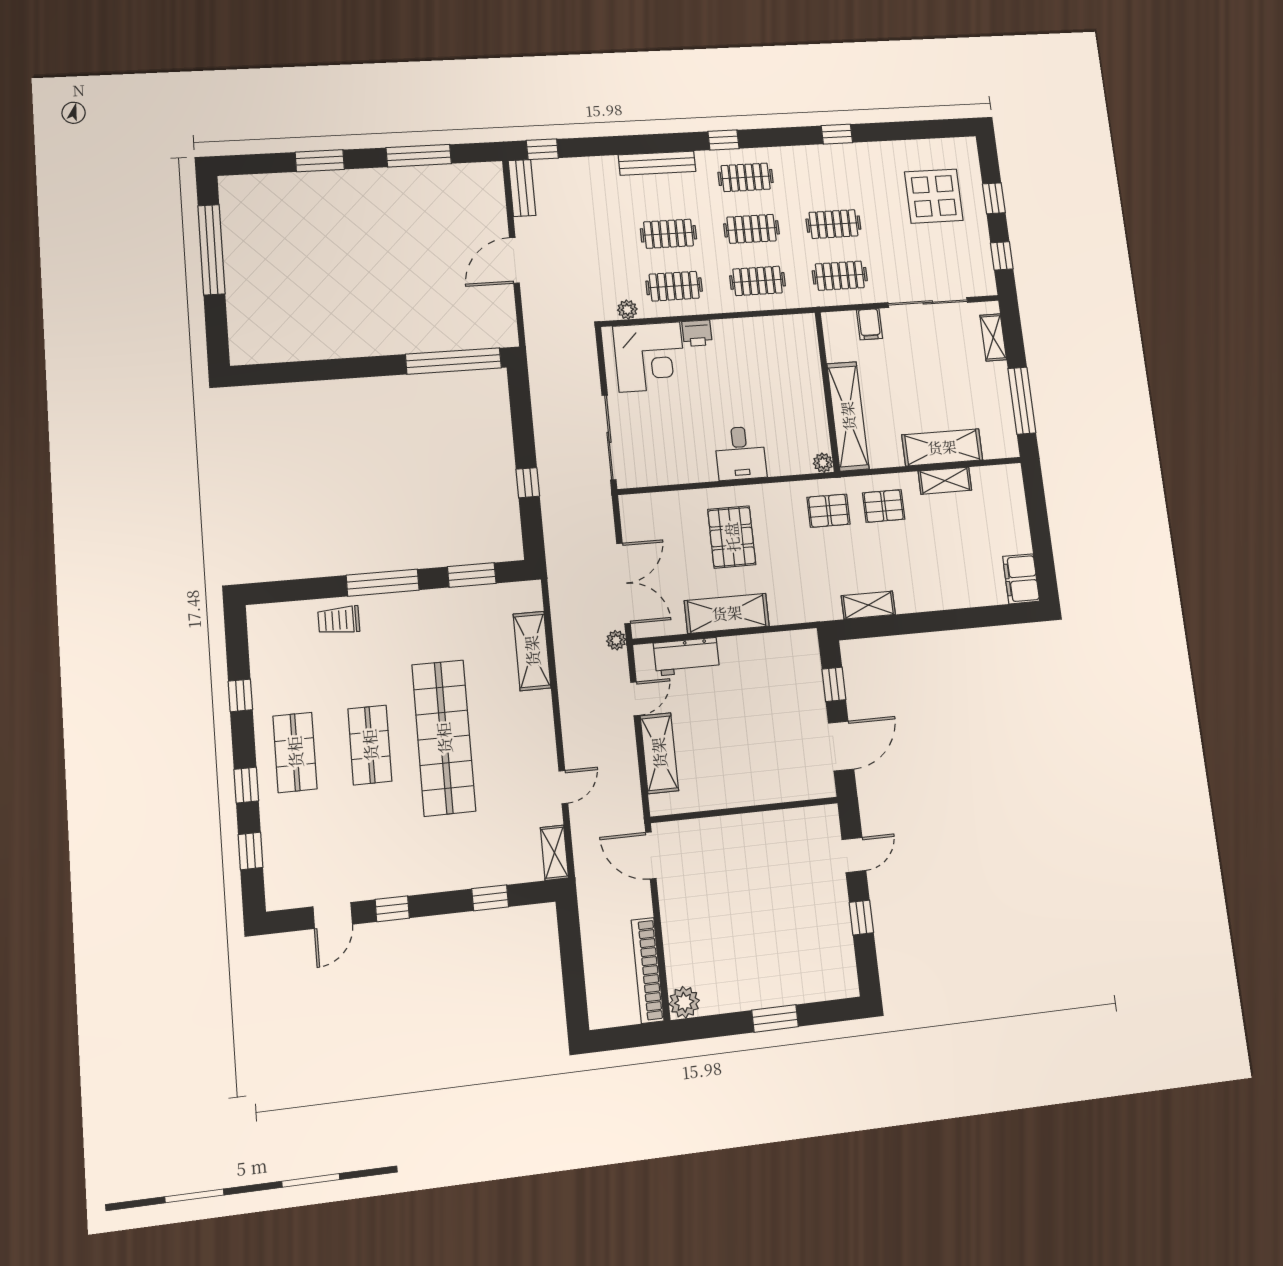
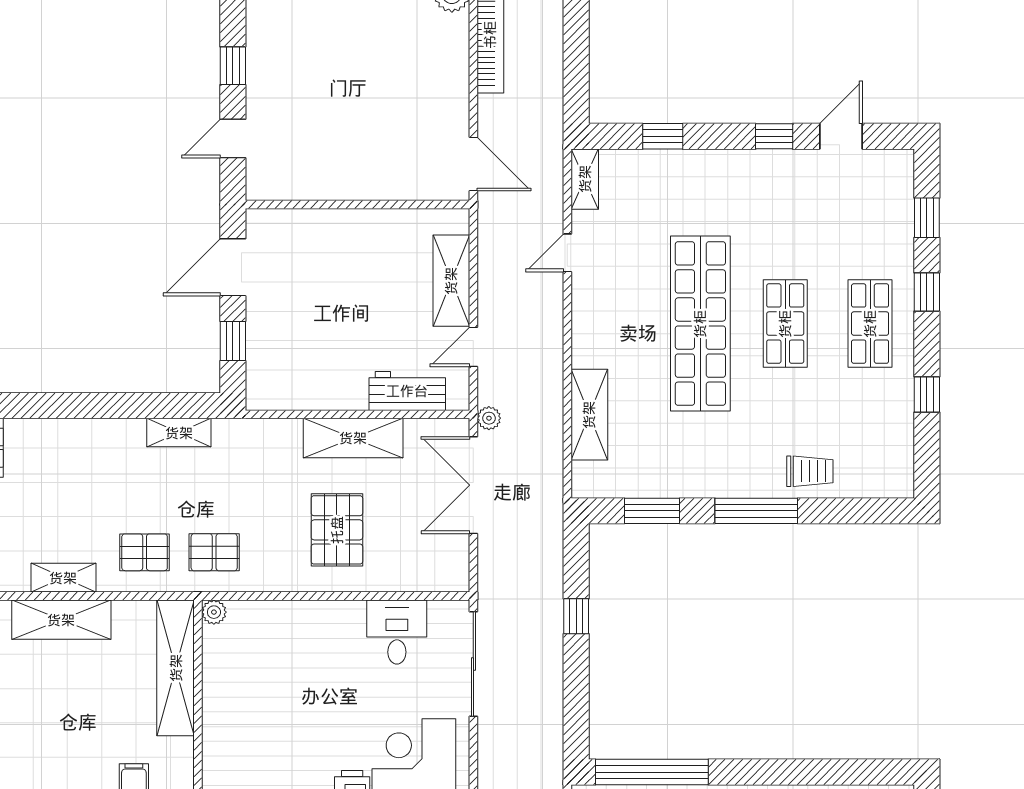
desk: (740, 453) -> (397, 632), moved

